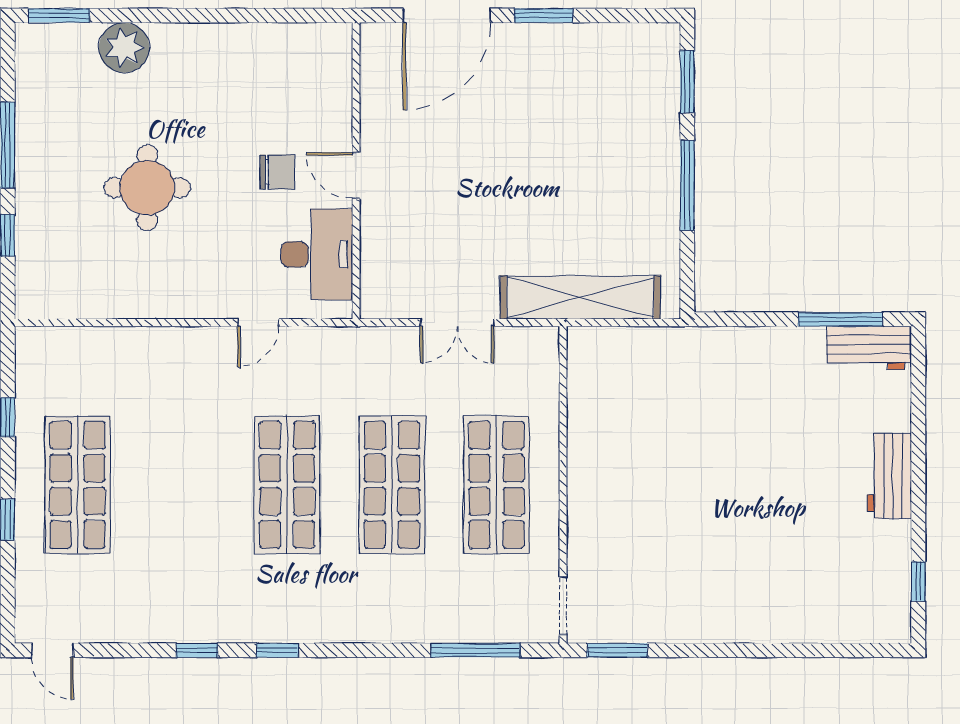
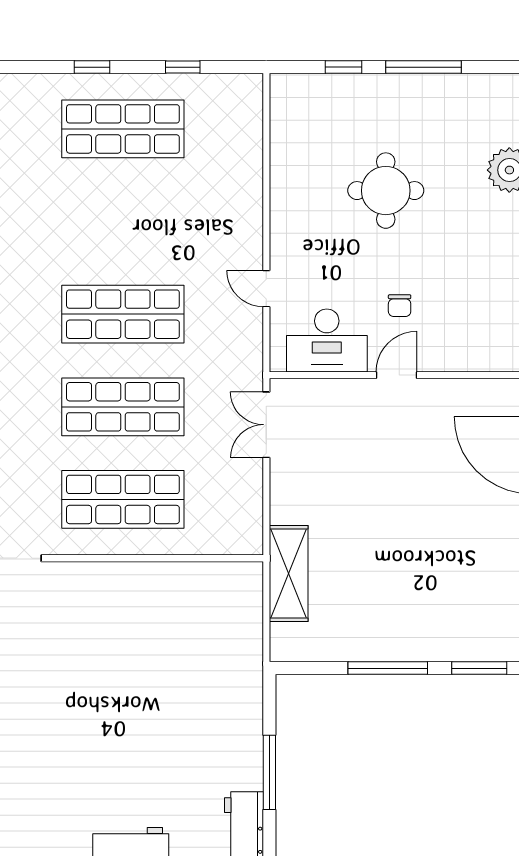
chair: (277, 172) -> (400, 306), width x0.73, depth x0.73
shelving: (580, 297) -> (289, 574), width x0.68
window: (840, 319) -> (269, 772), moved
double door: (457, 323) -> (266, 425), moved

